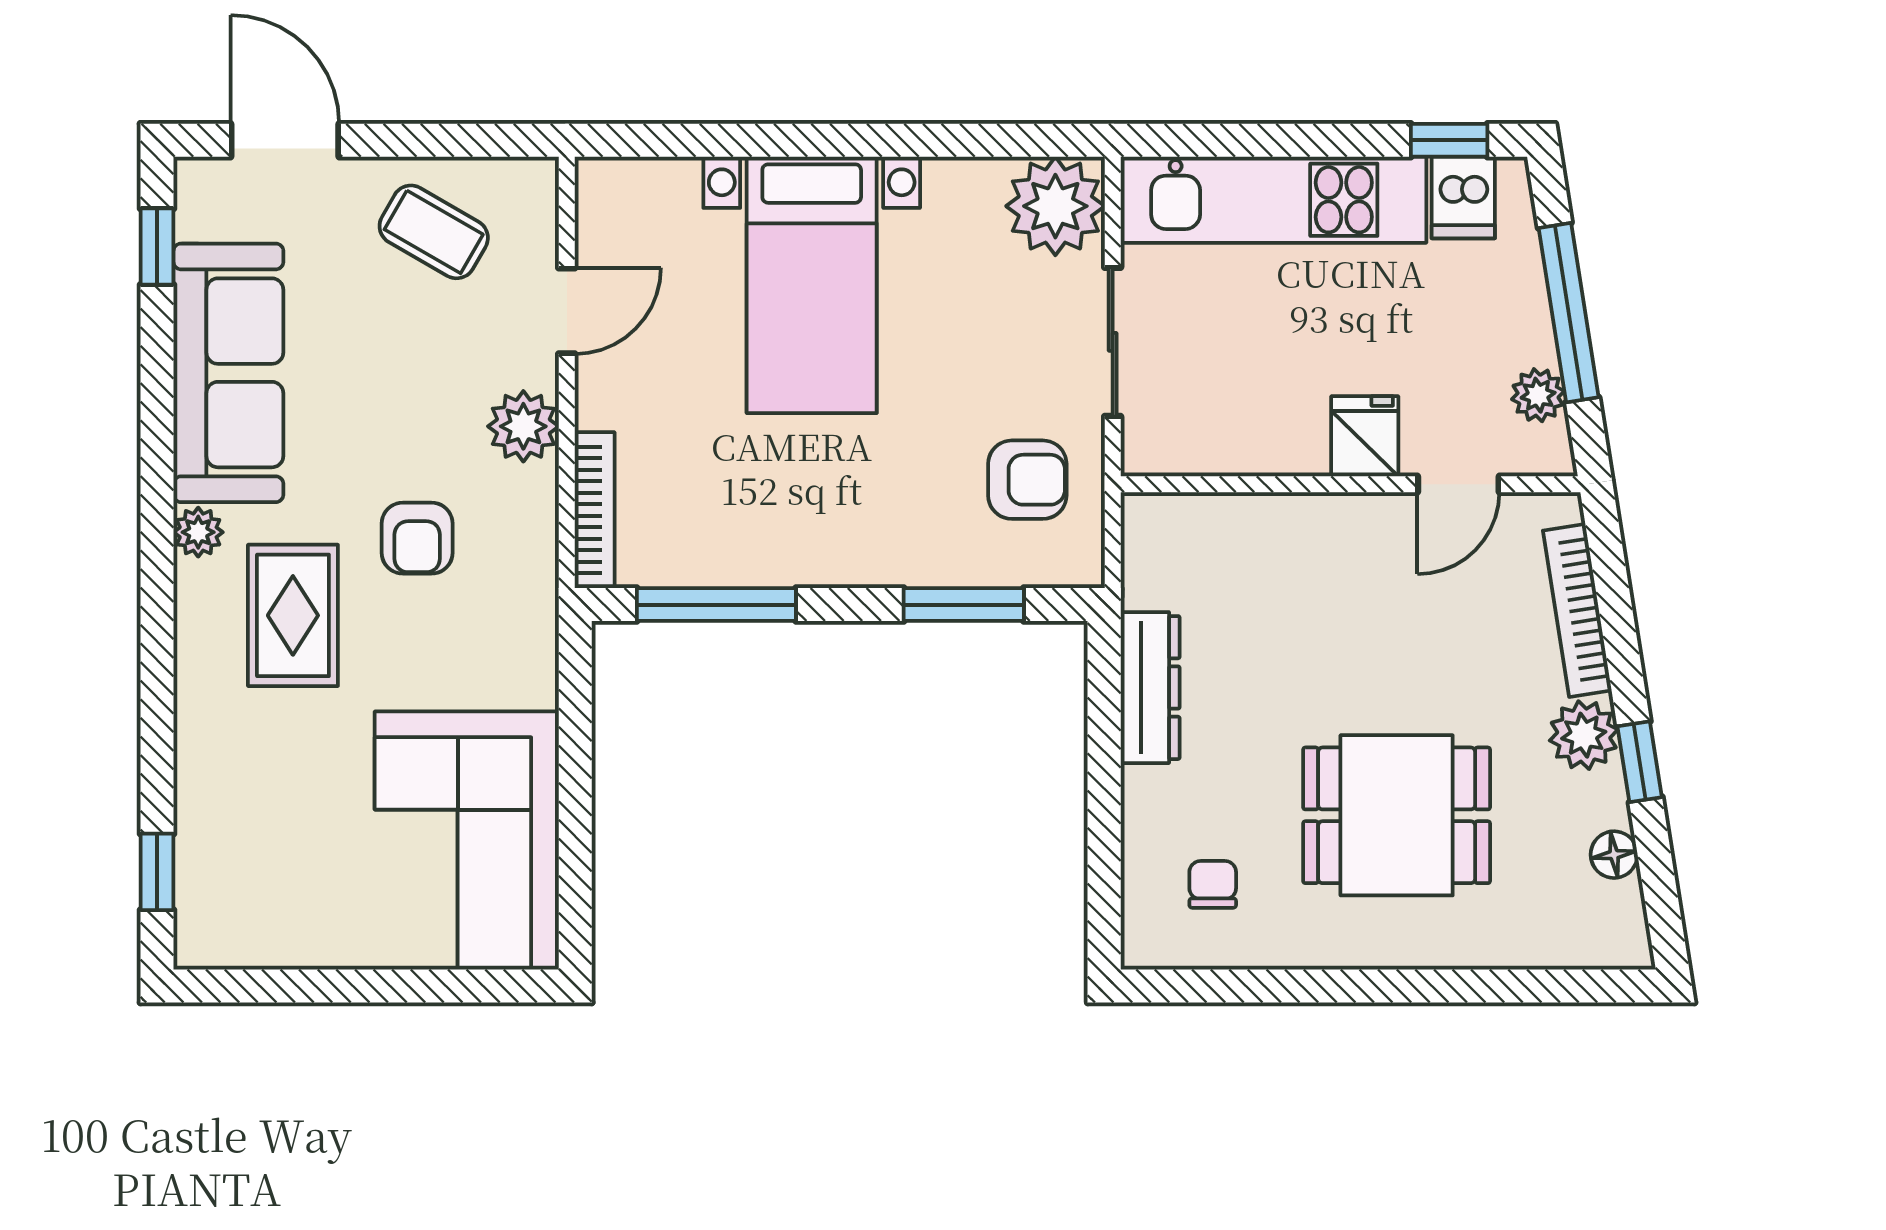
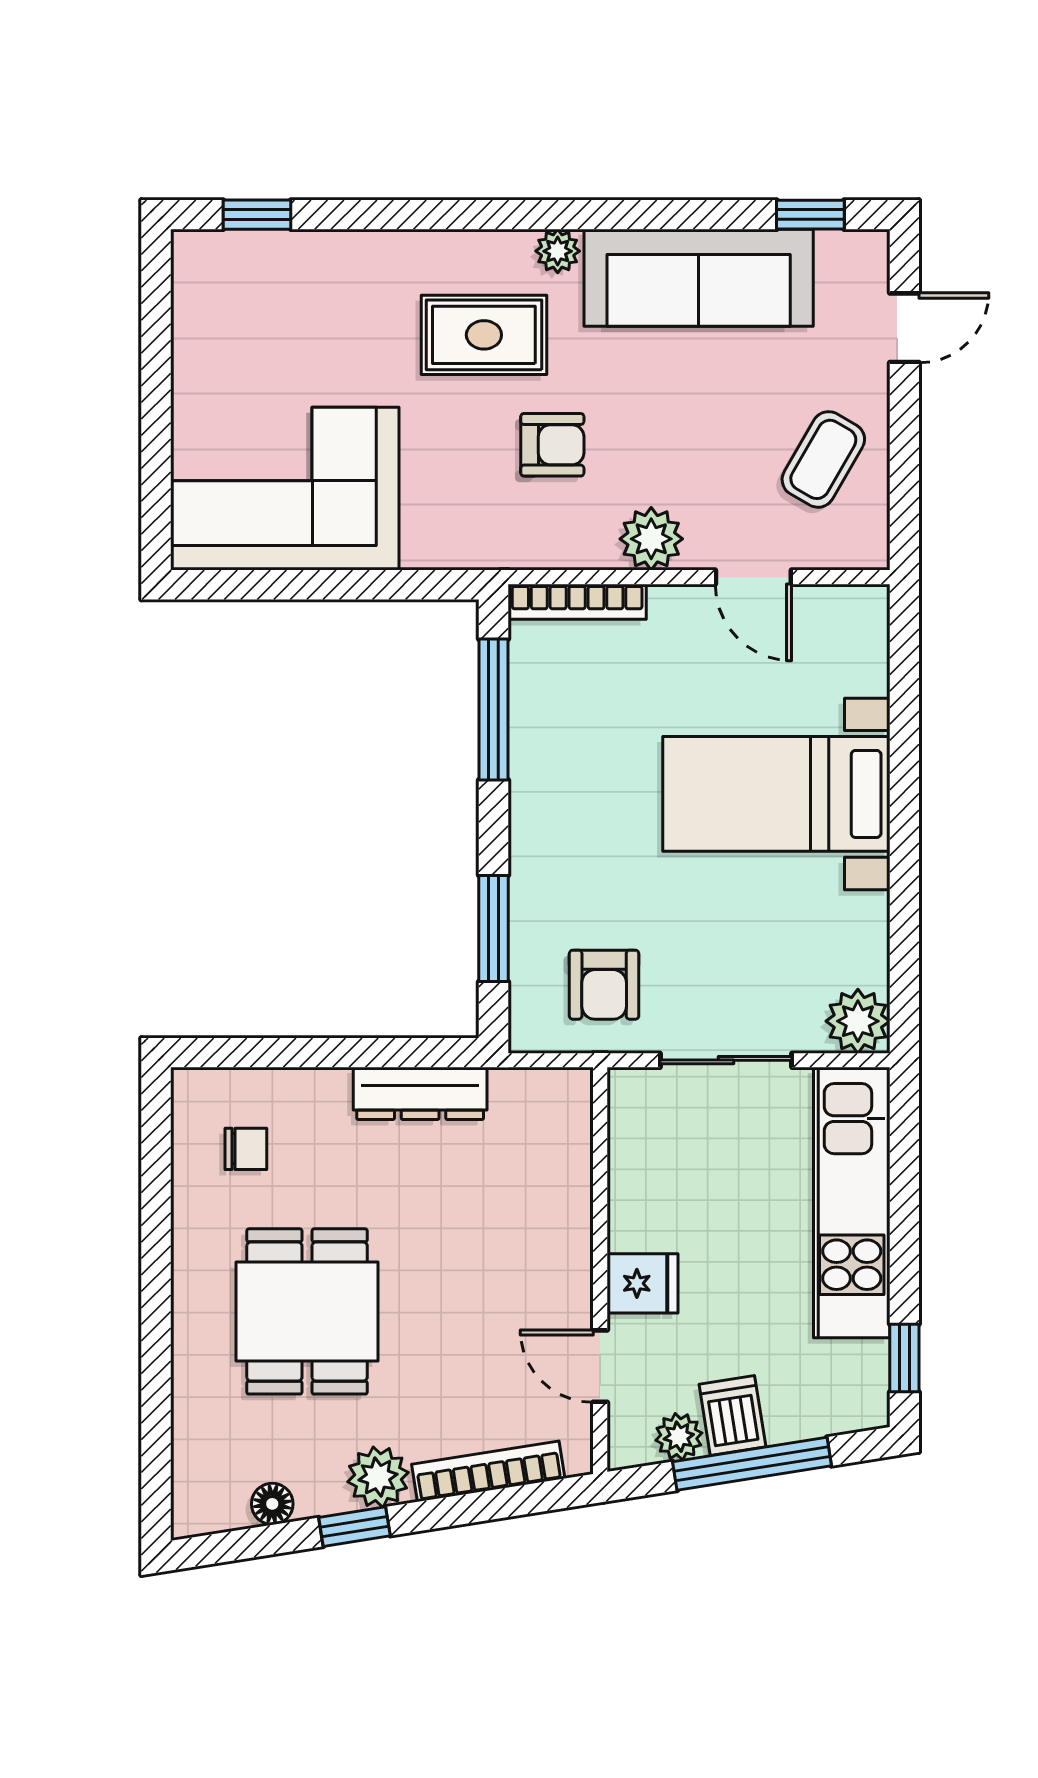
door: (285, 140) -> (904, 328), width x0.73
dishwasher: (1463, 197) -> (732, 1415), moved, turned 81
plant: (1055, 206) -> (858, 1021), width x0.73, depth x0.73
armchair: (417, 538) -> (552, 445), turned 180

